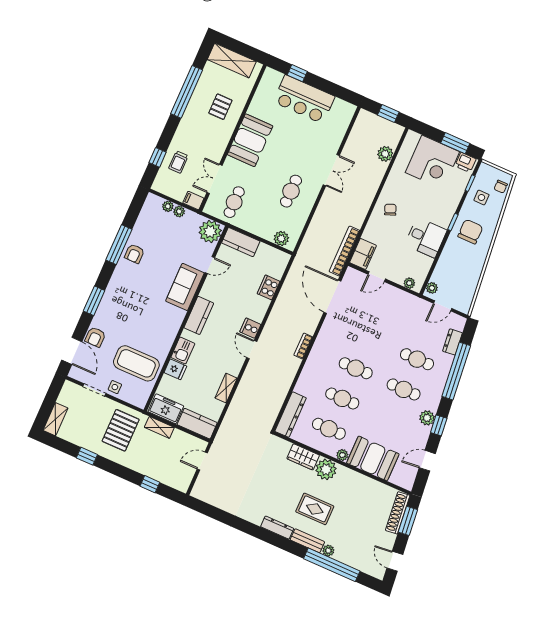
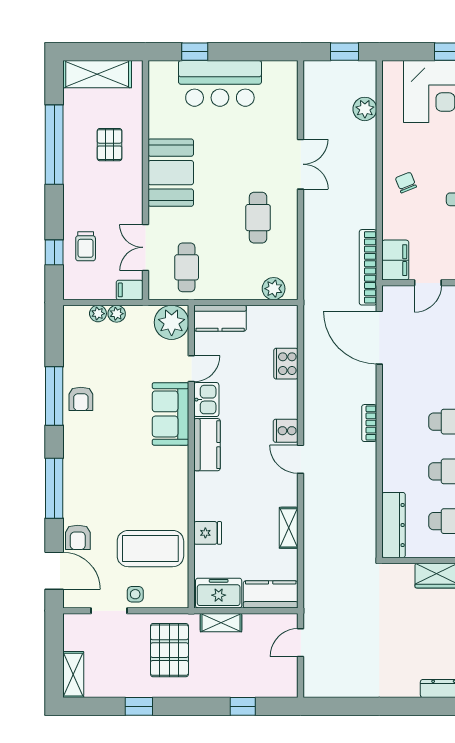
window: (94, 301) -> (54, 488), width x1.44
kitchen sink: (183, 350) -> (206, 400), moved

